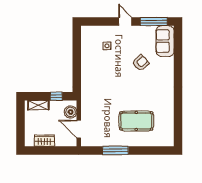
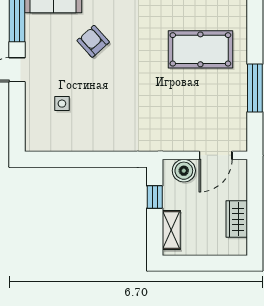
pool table: (136, 121) -> (200, 49), turned 90

